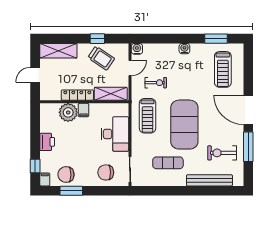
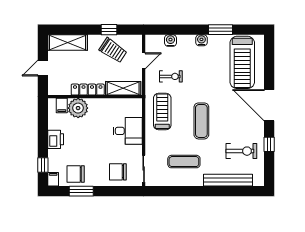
window: (216, 39) -> (220, 30), moved
water cooler: (137, 49) -> (170, 41), moved
treadmill: (223, 69) -> (242, 62), width x1.37, depth x1.38
filing cabinet: (84, 110) -> (62, 105), moved
treadmill: (148, 116) -> (162, 112), turned 180
exercise mat: (184, 125) -> (201, 121), width x0.50, depth x0.69
desk: (115, 134) -> (128, 131), width x0.73
window: (248, 147) -> (269, 144), width x0.46
exercise bike: (222, 153) -> (241, 151), turned 180

